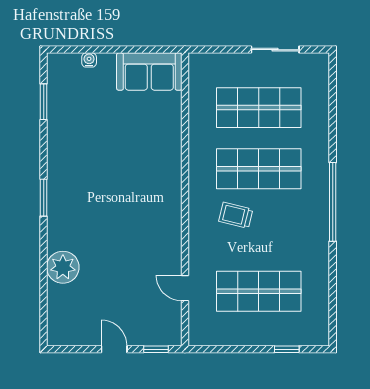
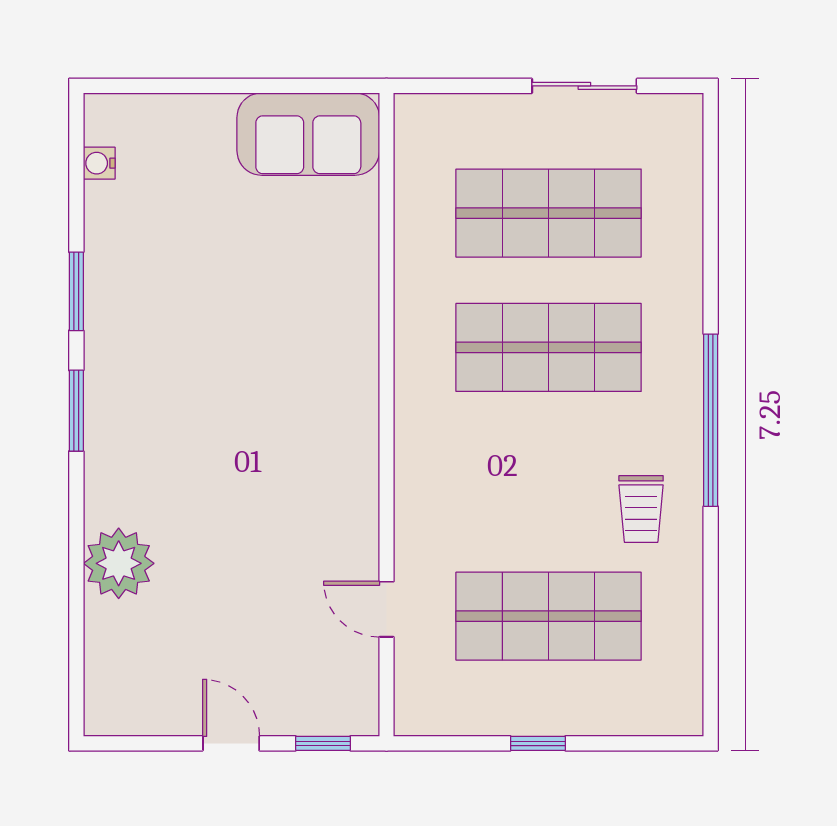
water cooler: (89, 60) -> (99, 163), moved, turned -90
window: (44, 102) -> (76, 291), moved
trolley: (236, 215) -> (641, 509), moved, turned -104
window: (287, 349) -> (538, 743), moved

